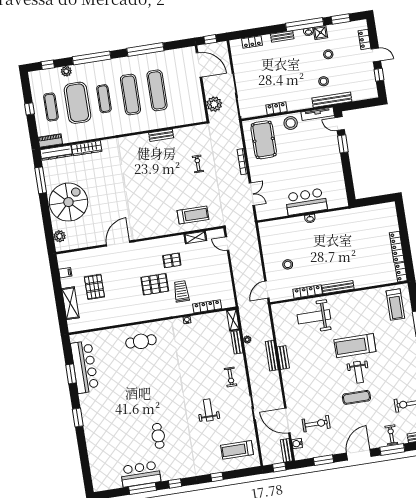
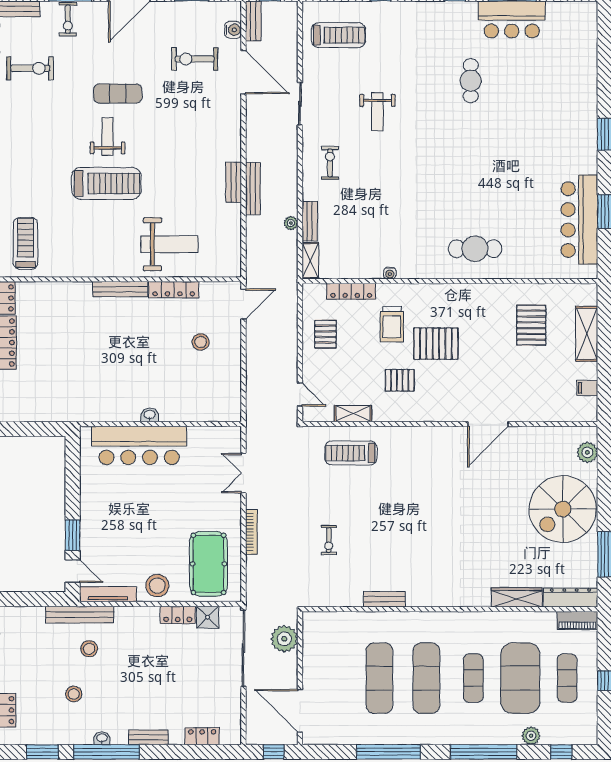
shower: (320, 33) -> (208, 617), moved
bar counter: (306, 202) -> (139, 445), width x1.36
pallet: (218, 280) -> (325, 334), added
pallet: (94, 287) -> (531, 325), moved

